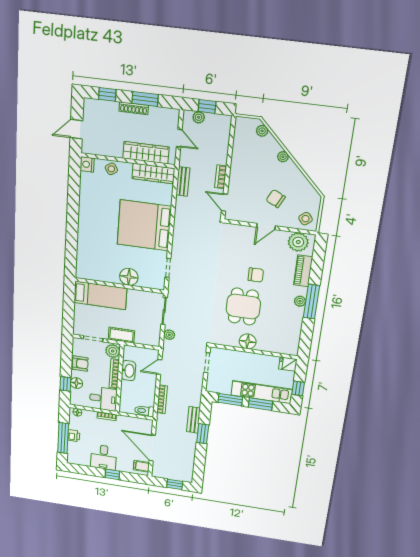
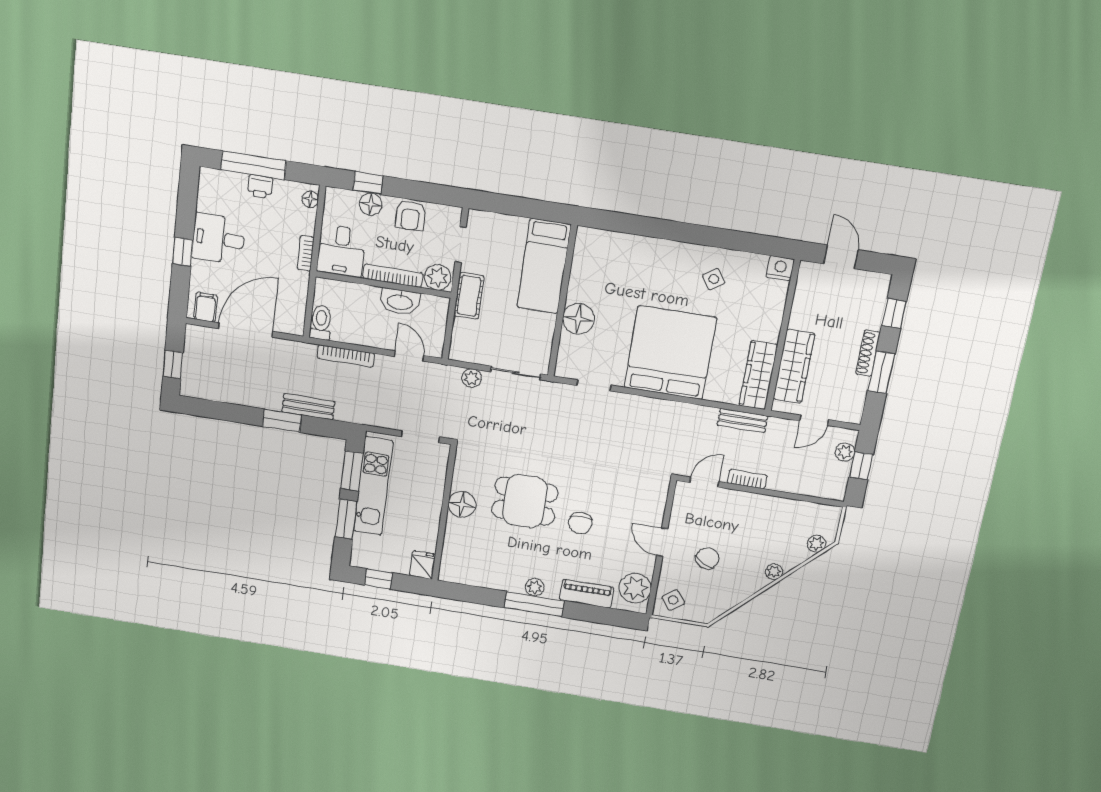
side table: (111, 169) -> (714, 279), moved
kitchen unit: (262, 392) -> (373, 486), moved

